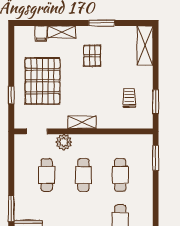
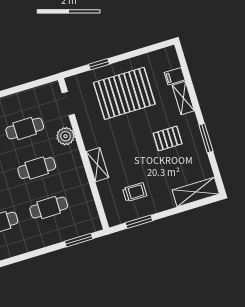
shelving: (82, 122) -> (97, 165), moved

